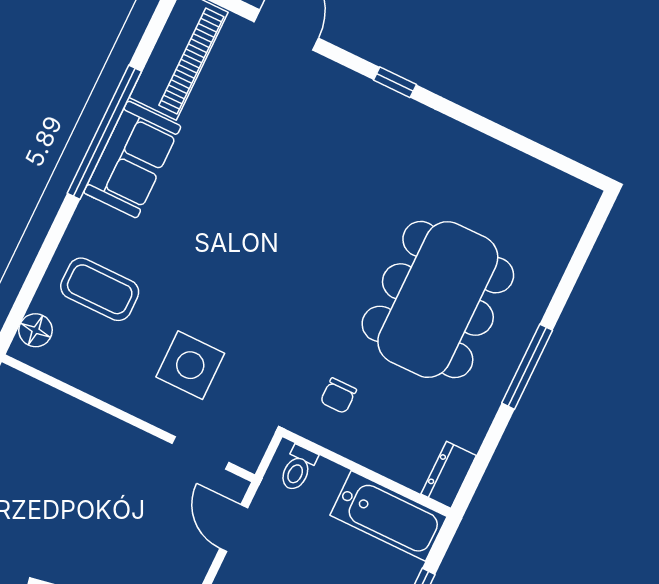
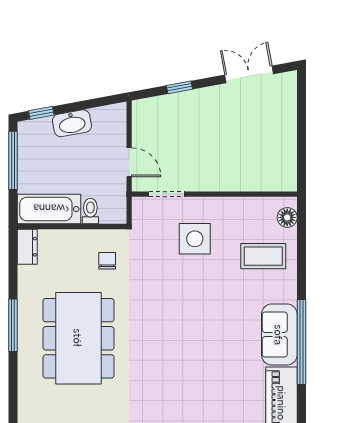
toilet: (298, 468) -> (90, 211), moved

